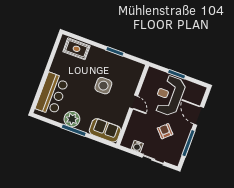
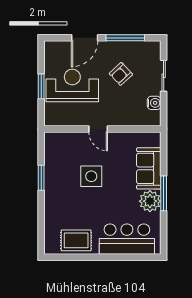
rug: (76, 49) -> (76, 240), moved, turned 90
reception desk: (169, 95) -> (72, 86), turned 180
door: (134, 102) -> (98, 129), swing flipped
sofa: (105, 130) -> (149, 168), moved

